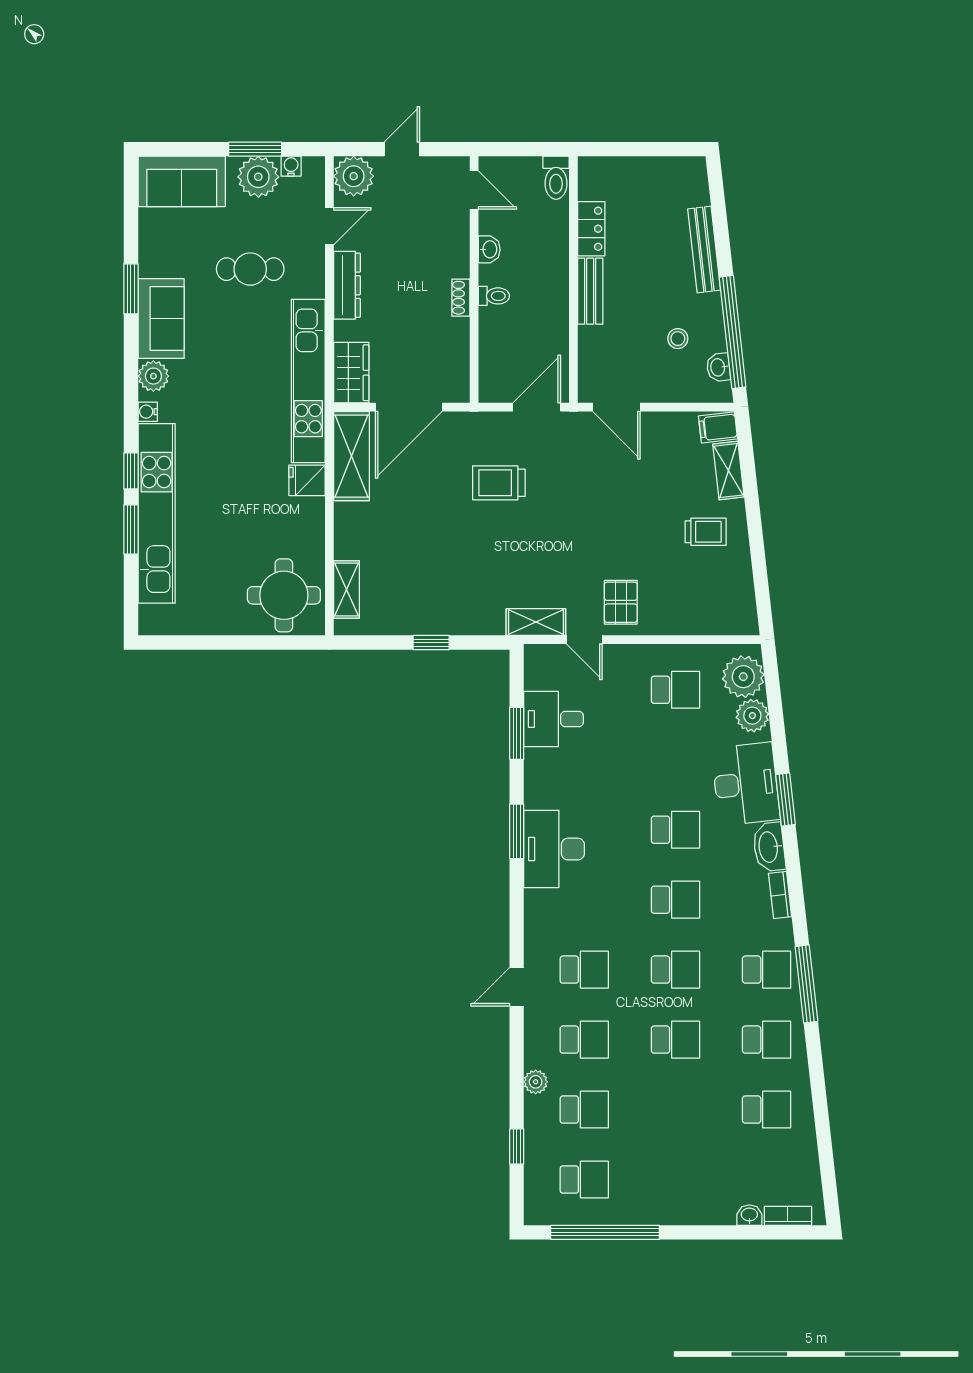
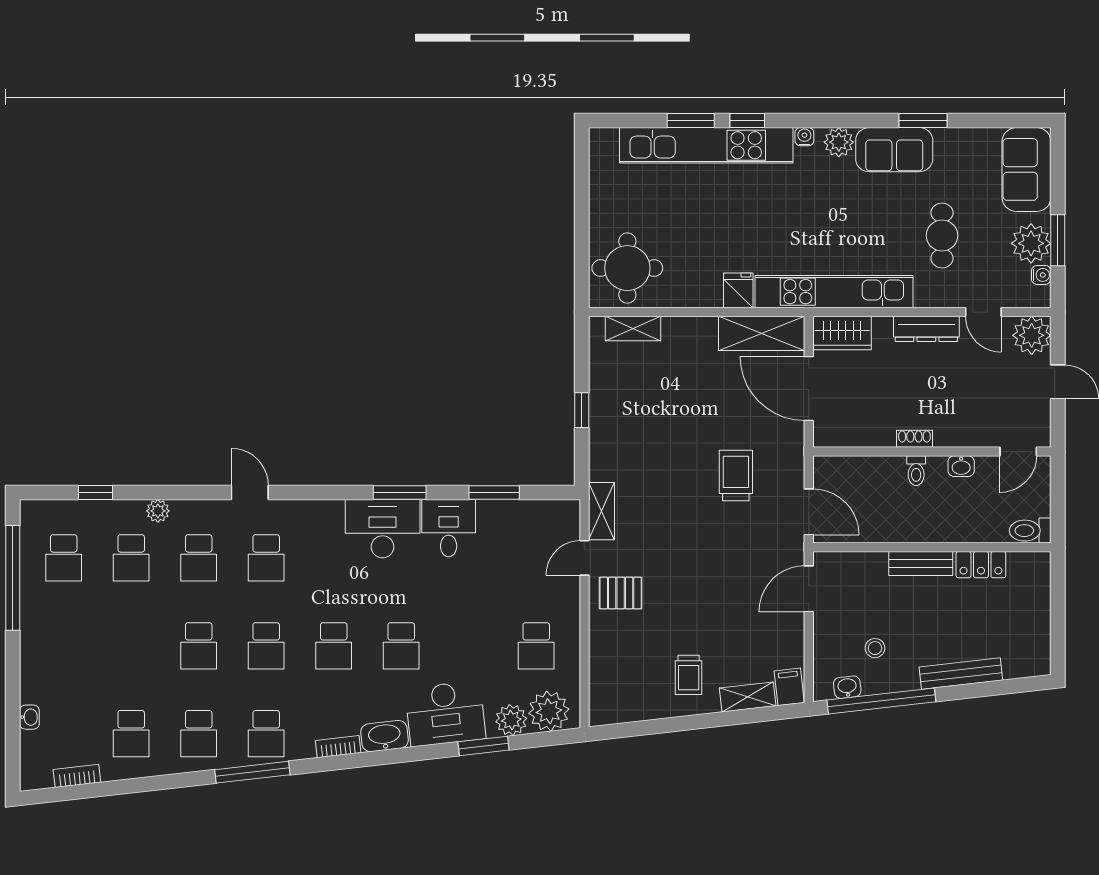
desk: (554, 719) -> (449, 528), moved
window: (786, 800) -> (484, 746), moved
bookcase: (788, 1216) -> (77, 776), moved, turned -96

